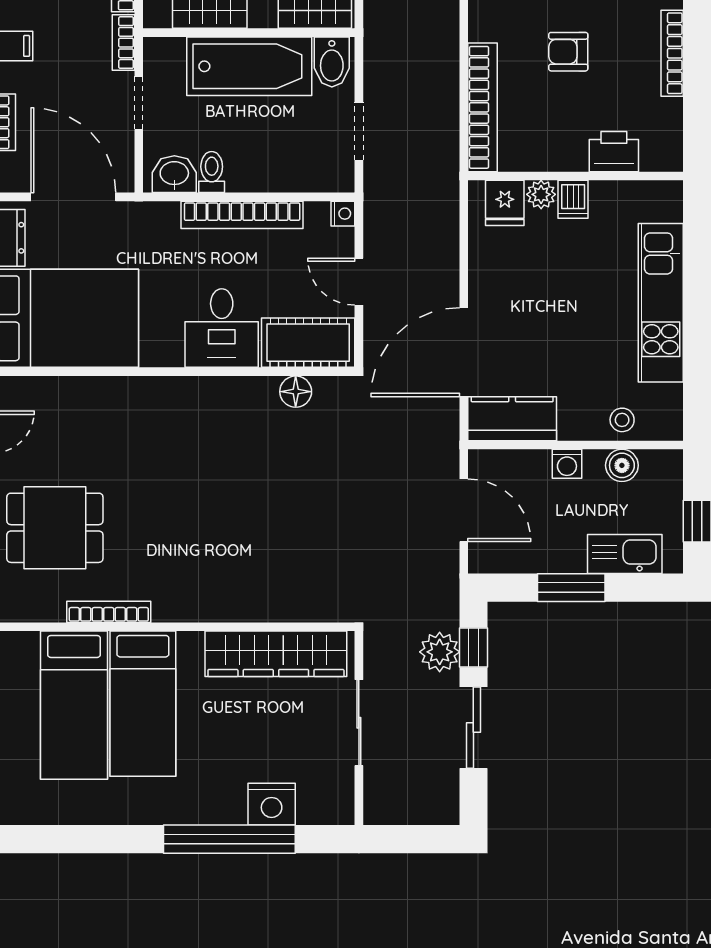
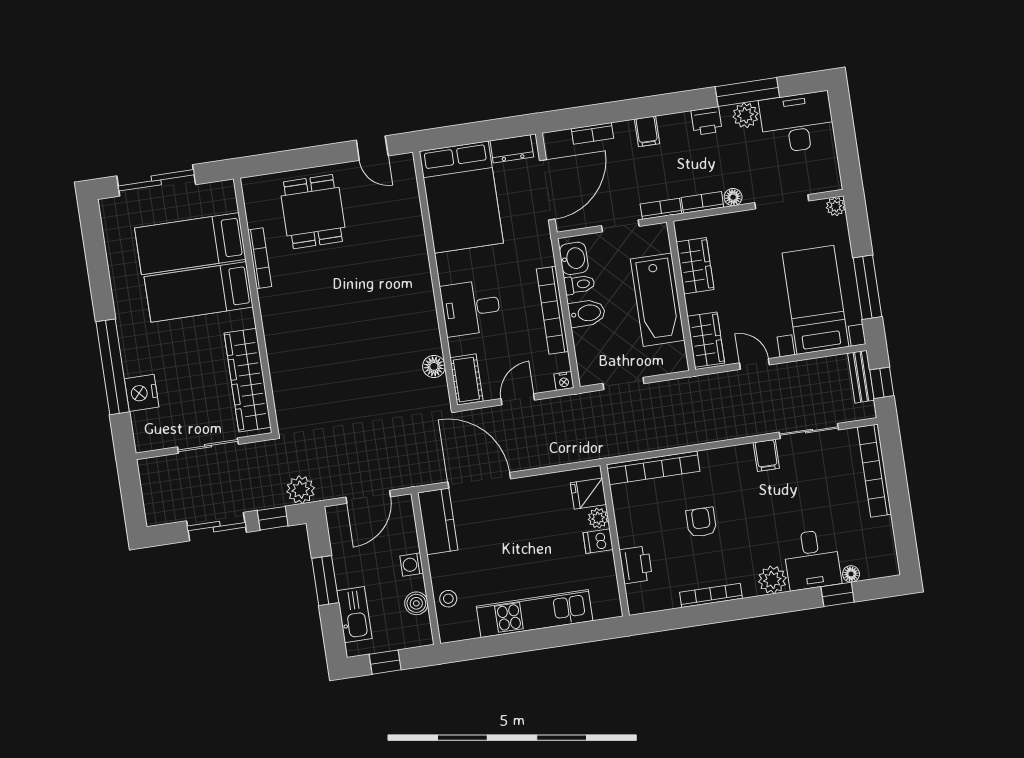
bidet: (332, 62) -> (587, 313), moved, turned 180
cot: (308, 343) -> (466, 380), width x0.73, depth x0.75
plant: (440, 652) -> (301, 490), moved

